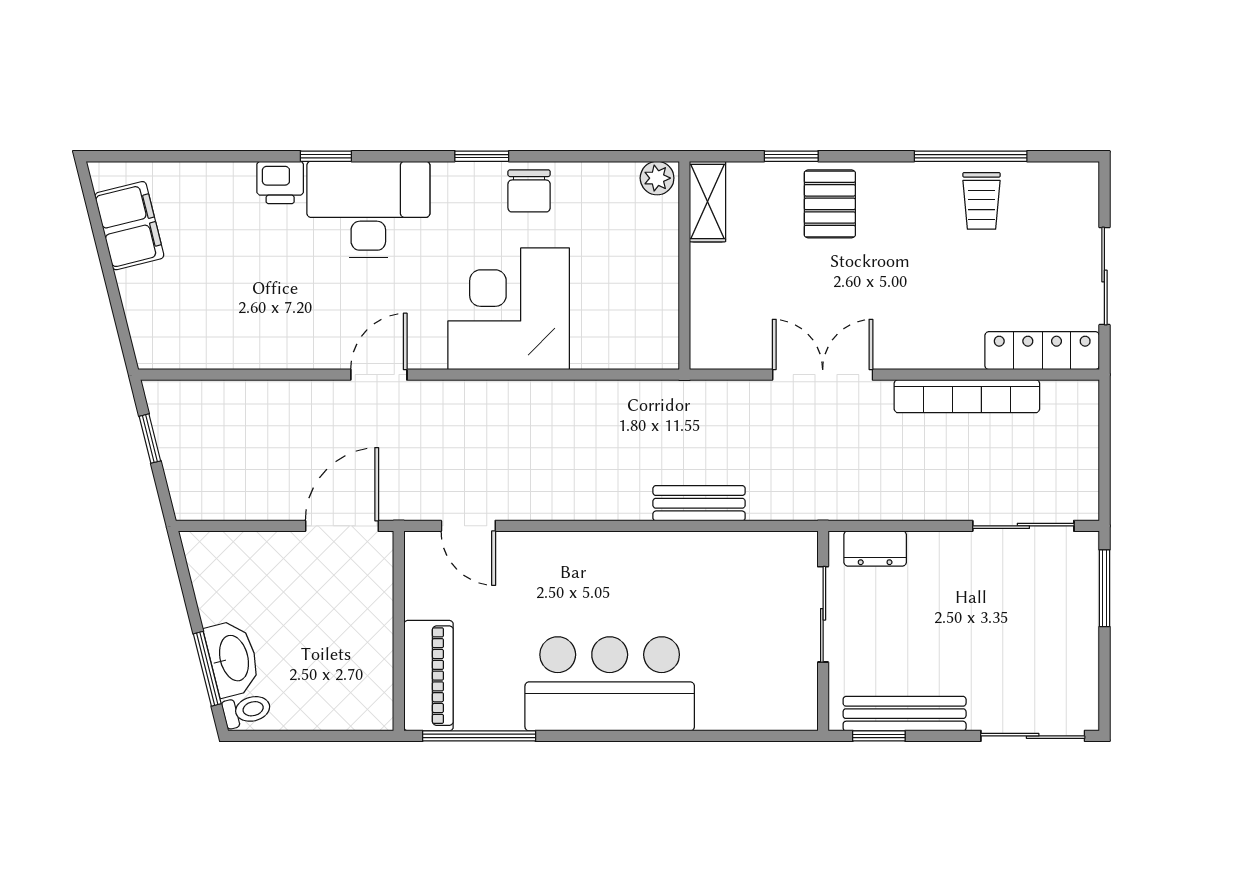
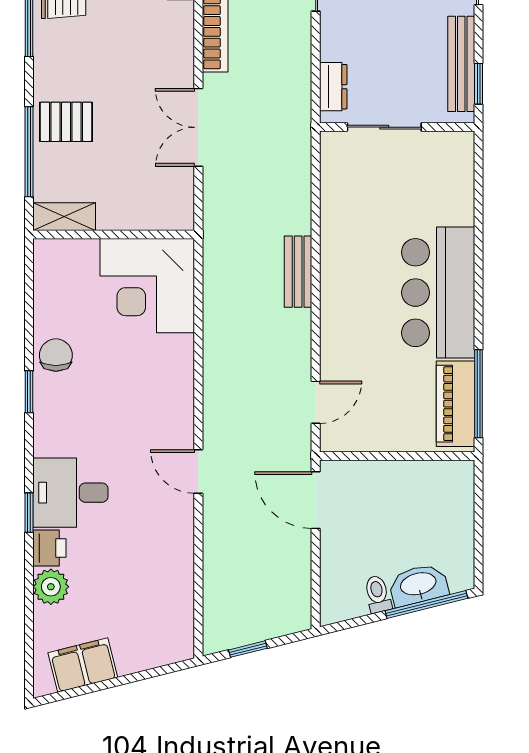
window: (791, 156) -> (29, 152), width x2.17
plant: (657, 178) -> (51, 587), moved, width x1.38, depth x1.38
chair: (529, 191) -> (56, 355), turned -90
desk: (368, 210) -> (70, 493), width x0.73
corner desk: (509, 309) -> (147, 286), moved
bench: (699, 503) -> (298, 272), moved
window: (207, 669) -> (426, 605), width x1.44
piano: (429, 676) -> (455, 404), moved, turned -90
toilet: (247, 710) -> (378, 594), moved

